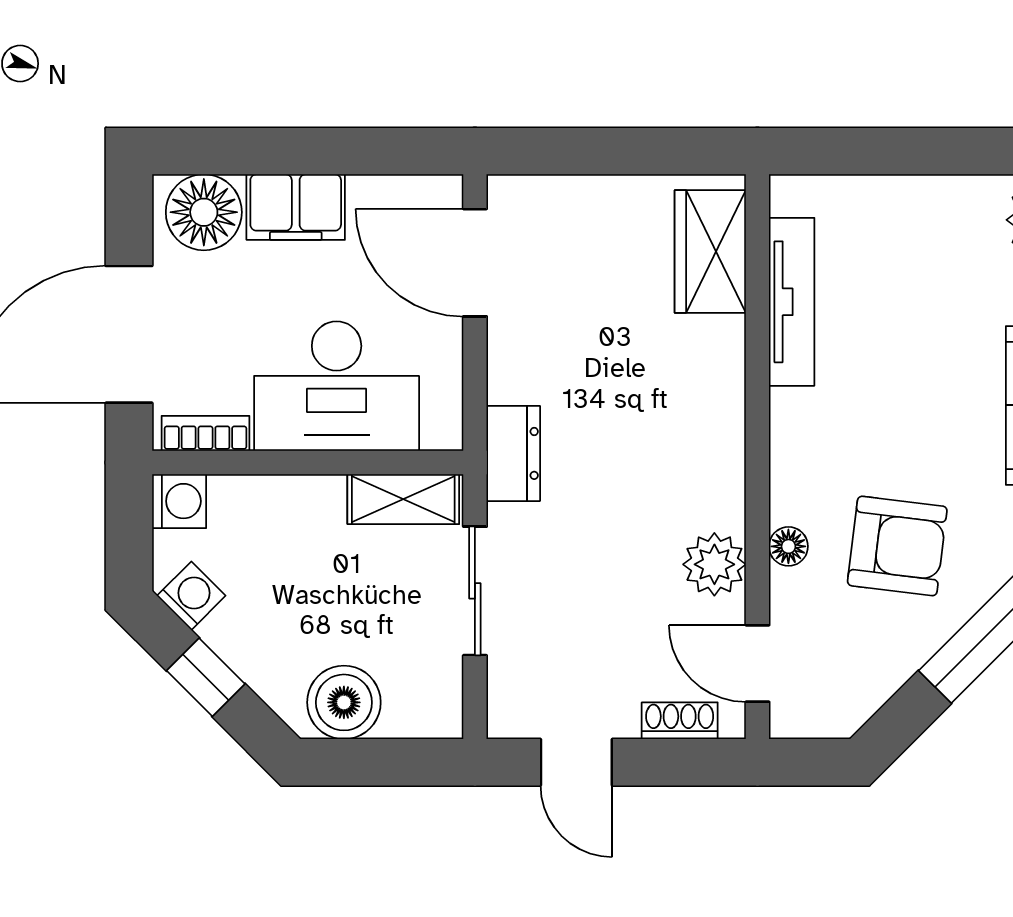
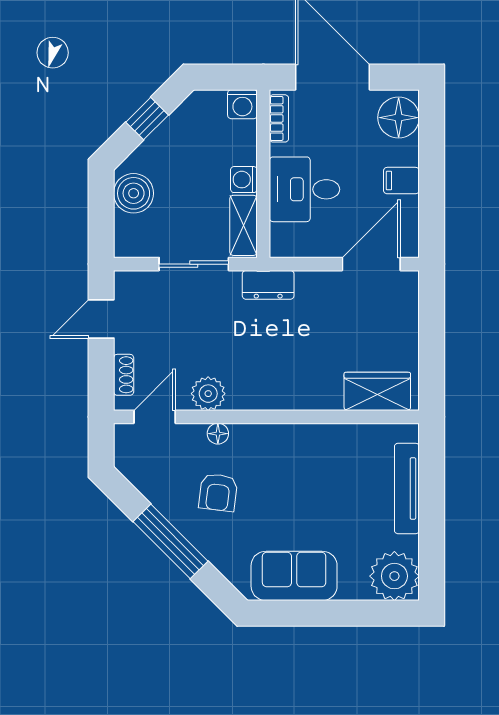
filing cabinet: (296, 207) -> (401, 181), width x0.50
tv unit: (792, 302) -> (407, 488), moved, turned 90
desk: (337, 386) -> (305, 189), width x0.73
armchair: (897, 546) -> (218, 492), width x0.72, depth x0.72
washing machine: (191, 596) -> (244, 180), moved, turned 135

